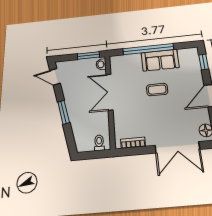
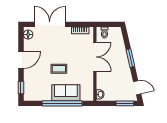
window: (88, 55) -> (125, 103), moved
sofa: (160, 60) -> (66, 93), moved
double door: (109, 92) -> (95, 57), moved

